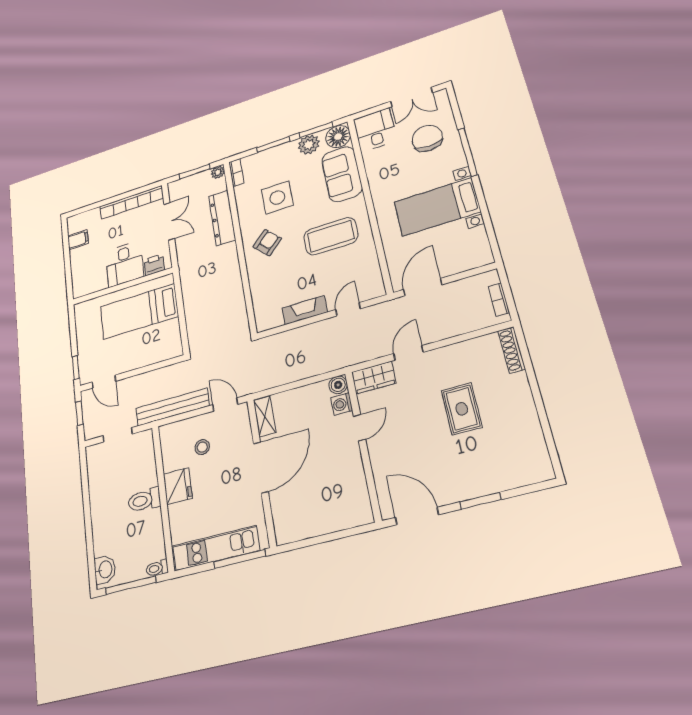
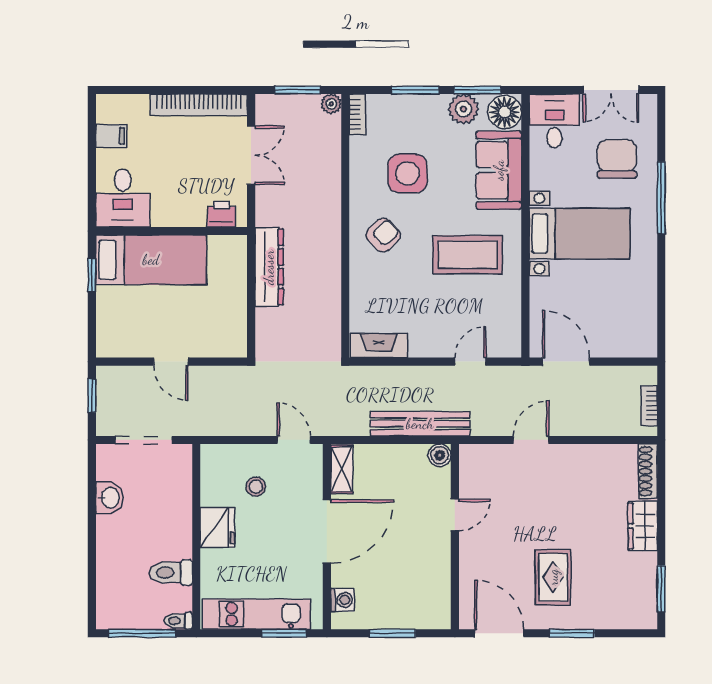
bed with nightstands: (437, 207) -> (580, 234), moved, turned 180
dresser: (222, 218) -> (269, 267), moved, turned 180
desk: (125, 264) -> (123, 198), moved
door: (423, 287) -> (566, 362), hinge flipped
fireplace: (305, 310) -> (379, 346), moved
bed: (139, 311) -> (151, 260), moved, turned 180
window: (76, 367) -> (92, 275), moved
wardrobe: (374, 378) -> (643, 526), moved, turned 90
door: (104, 382) -> (171, 362), moved
washing machine: (342, 404) -> (342, 600), moved, turned 180
bench: (172, 407) -> (420, 424), moved
rug: (462, 409) -> (553, 577), moved
doorway: (118, 435) -> (144, 440), width x1.38
window: (550, 443) -> (661, 589), added
toilet: (144, 500) -> (171, 572), moved
window: (327, 538) -> (392, 633), added
window: (240, 559) -> (284, 633), width x0.69
washbasin: (105, 570) -> (110, 498), moved

